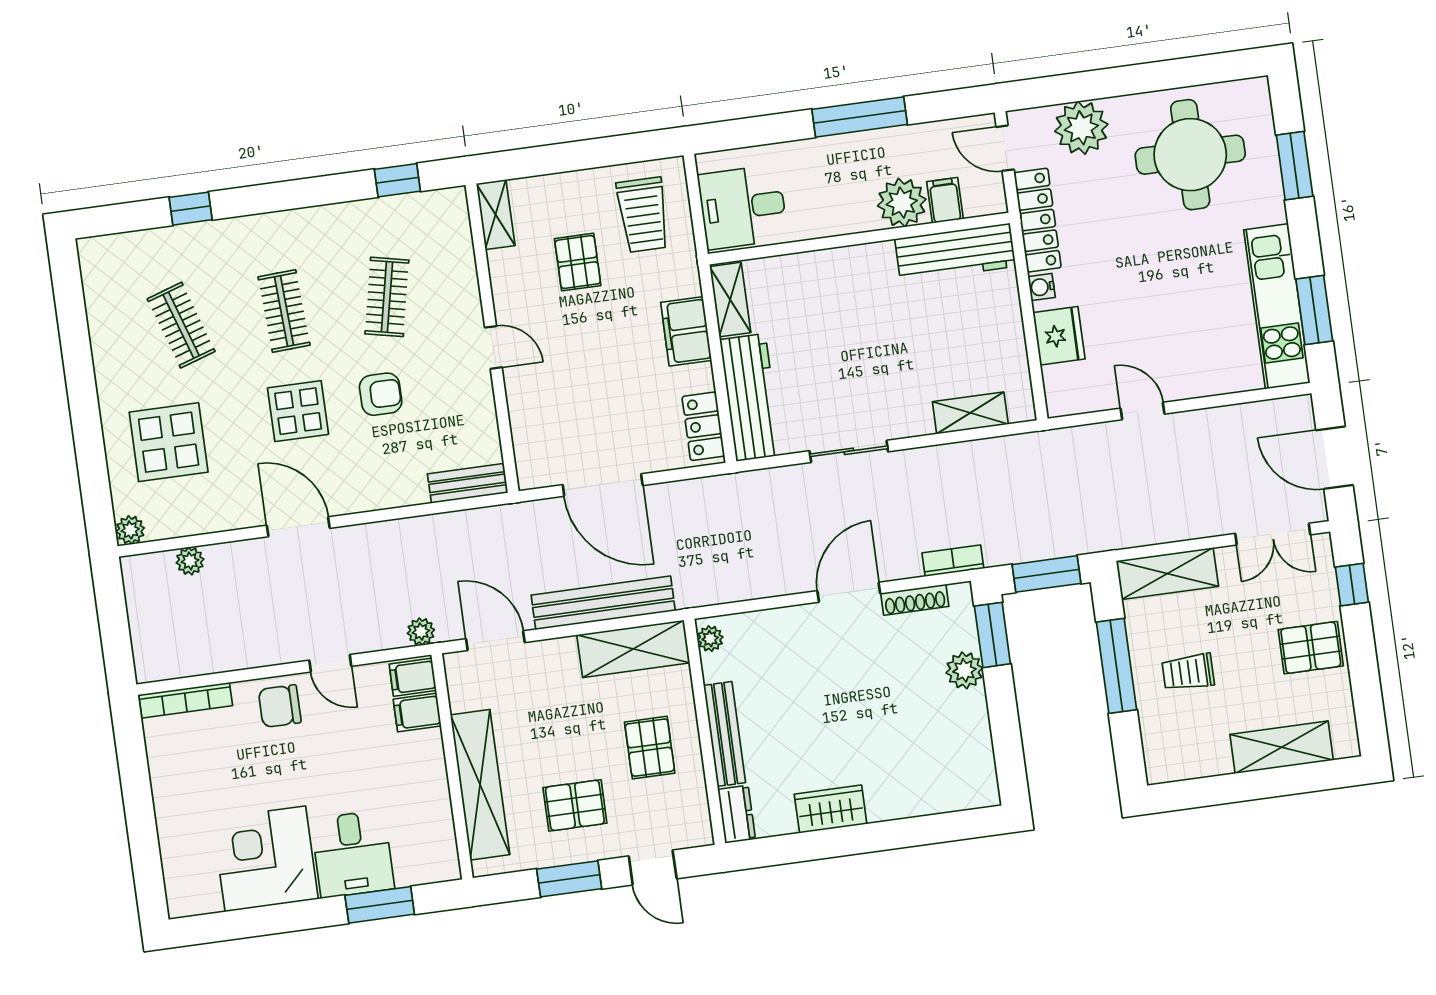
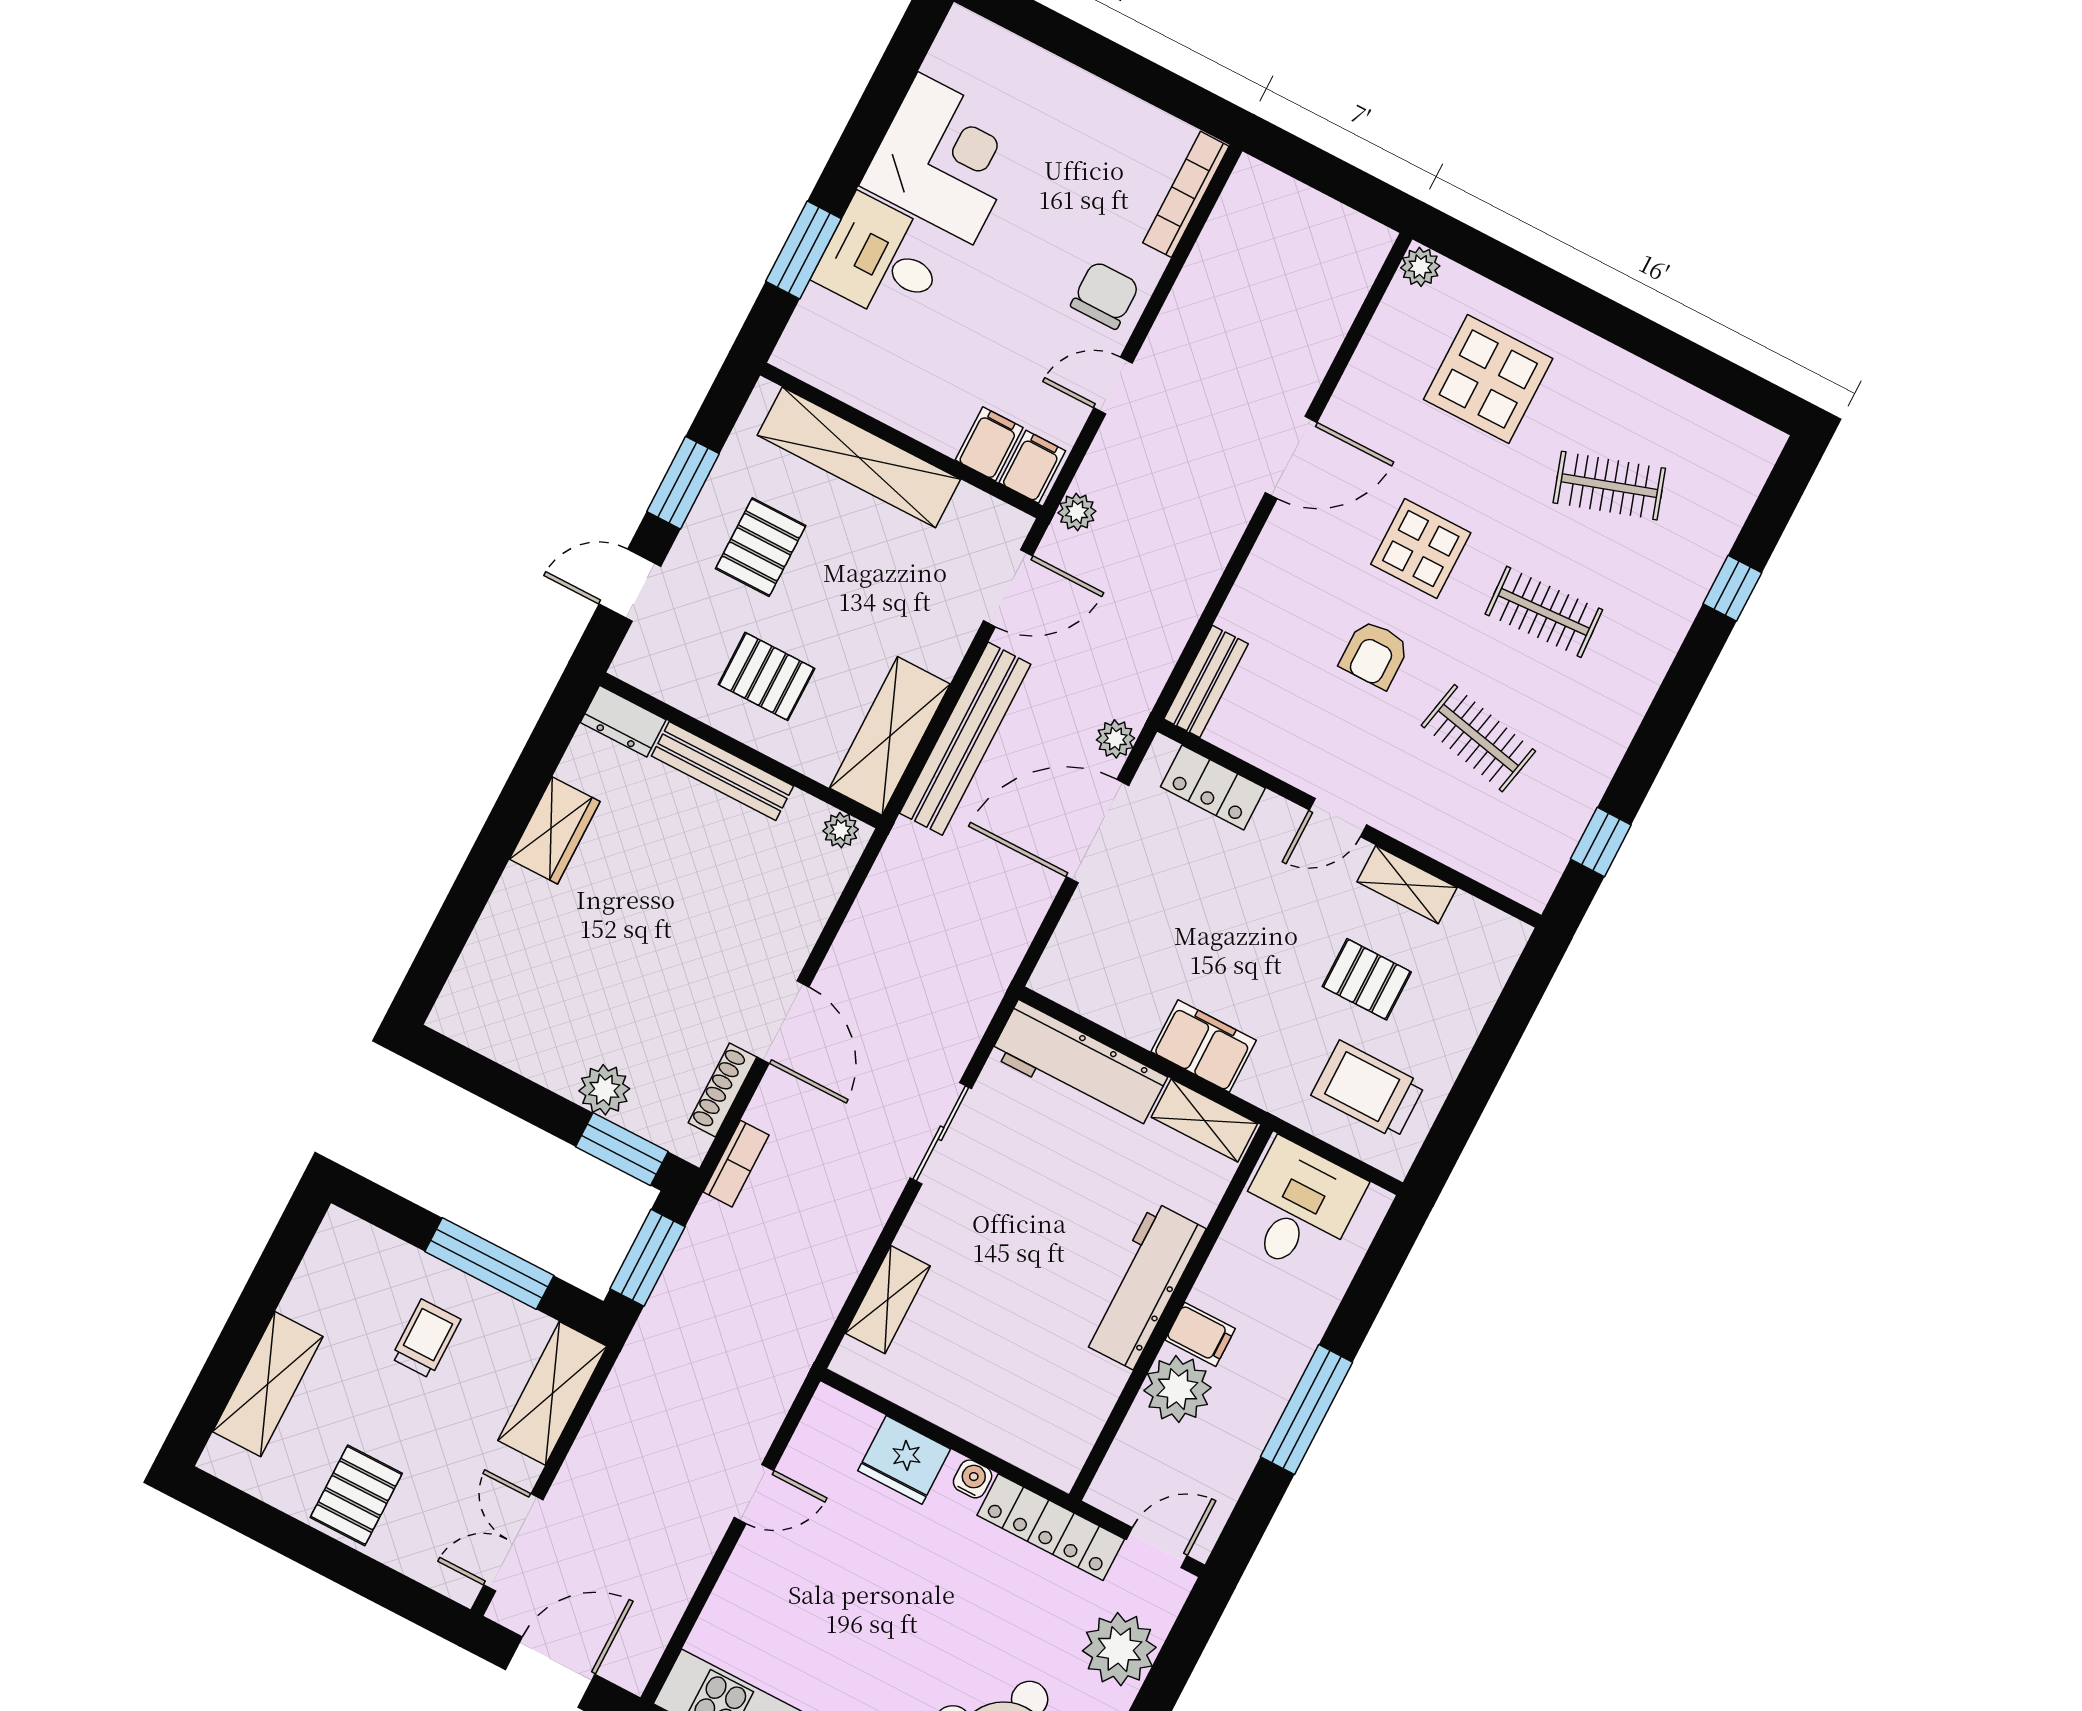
filing cabinet: (945, 200) -> (1200, 1334), moved
shelving: (496, 215) -> (1407, 885), moved
workbench: (955, 253) -> (1143, 1286), moved
locker: (703, 426) -> (1213, 787), moved, turned 180
plant: (190, 561) -> (1115, 739), moved
window: (1352, 585) -> (394, 1591), removed

